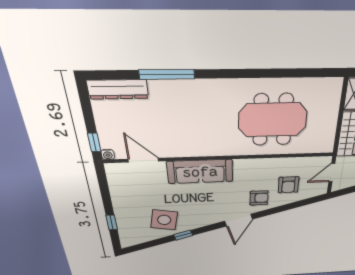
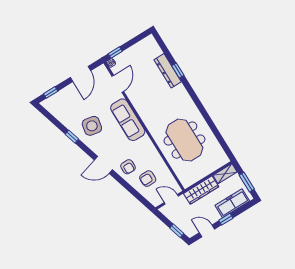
window: (167, 74) -> (178, 70), width x0.46
dresser: (118, 89) -> (168, 71), moved
door: (106, 195) -> (80, 74), added
side table: (164, 220) -> (92, 126), moved
window: (112, 222) -> (51, 92), moved

